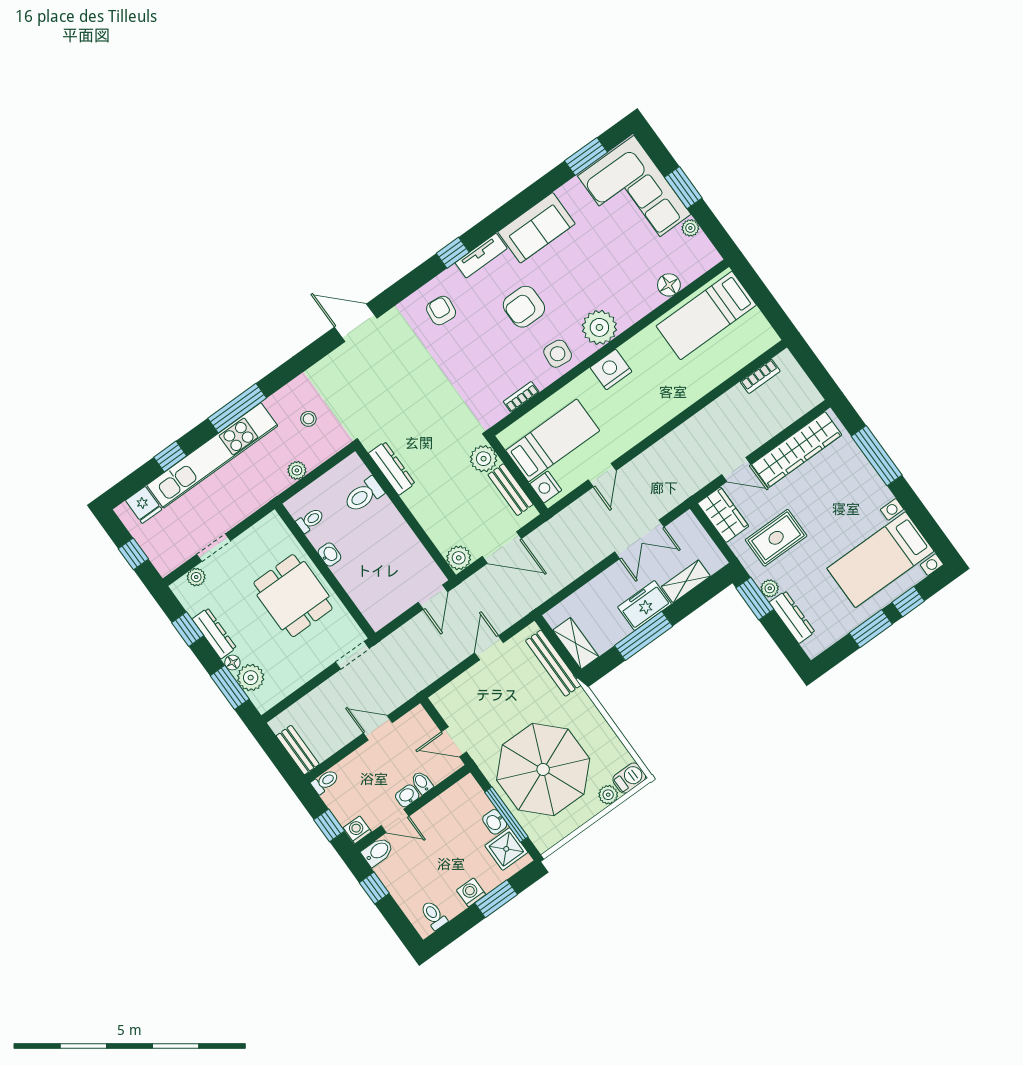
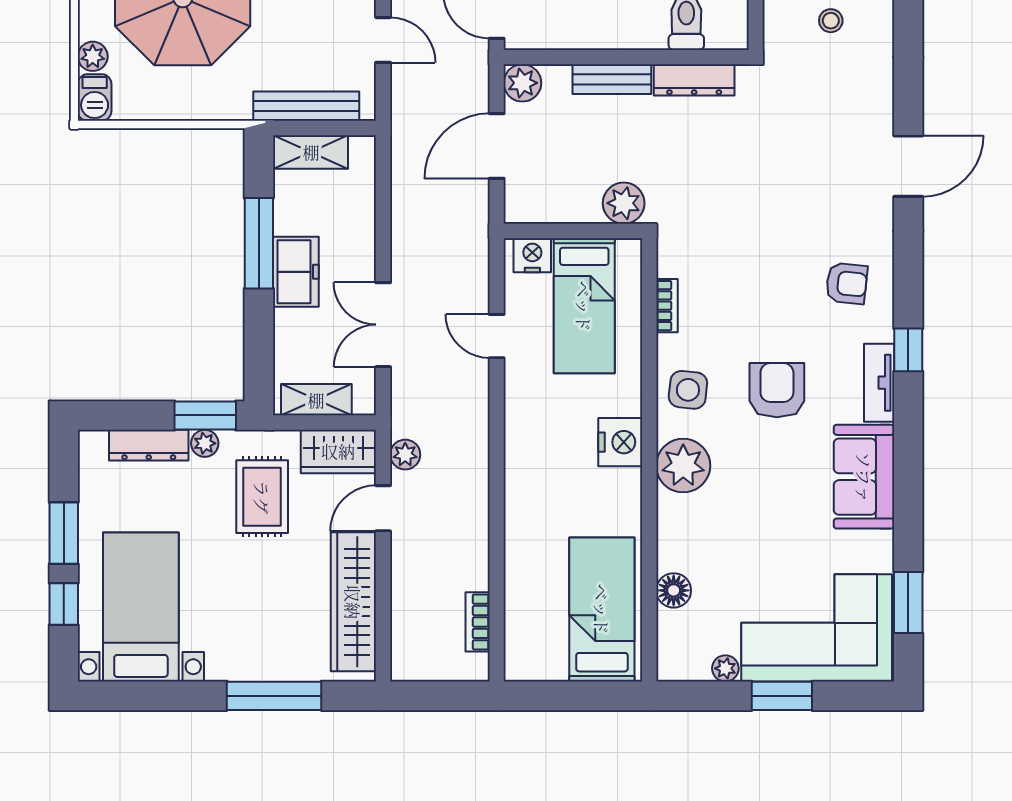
plant: (699, 478) -> (405, 455), added
bench: (510, 490) -> (612, 79), moved
shelving: (686, 581) -> (316, 400), moved, turned 90

